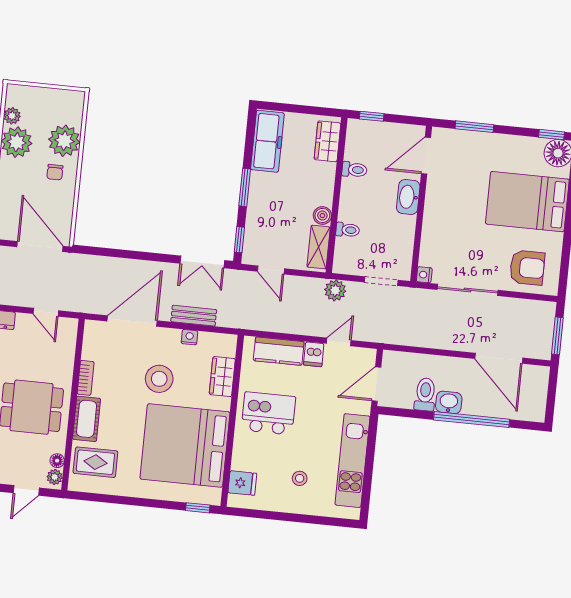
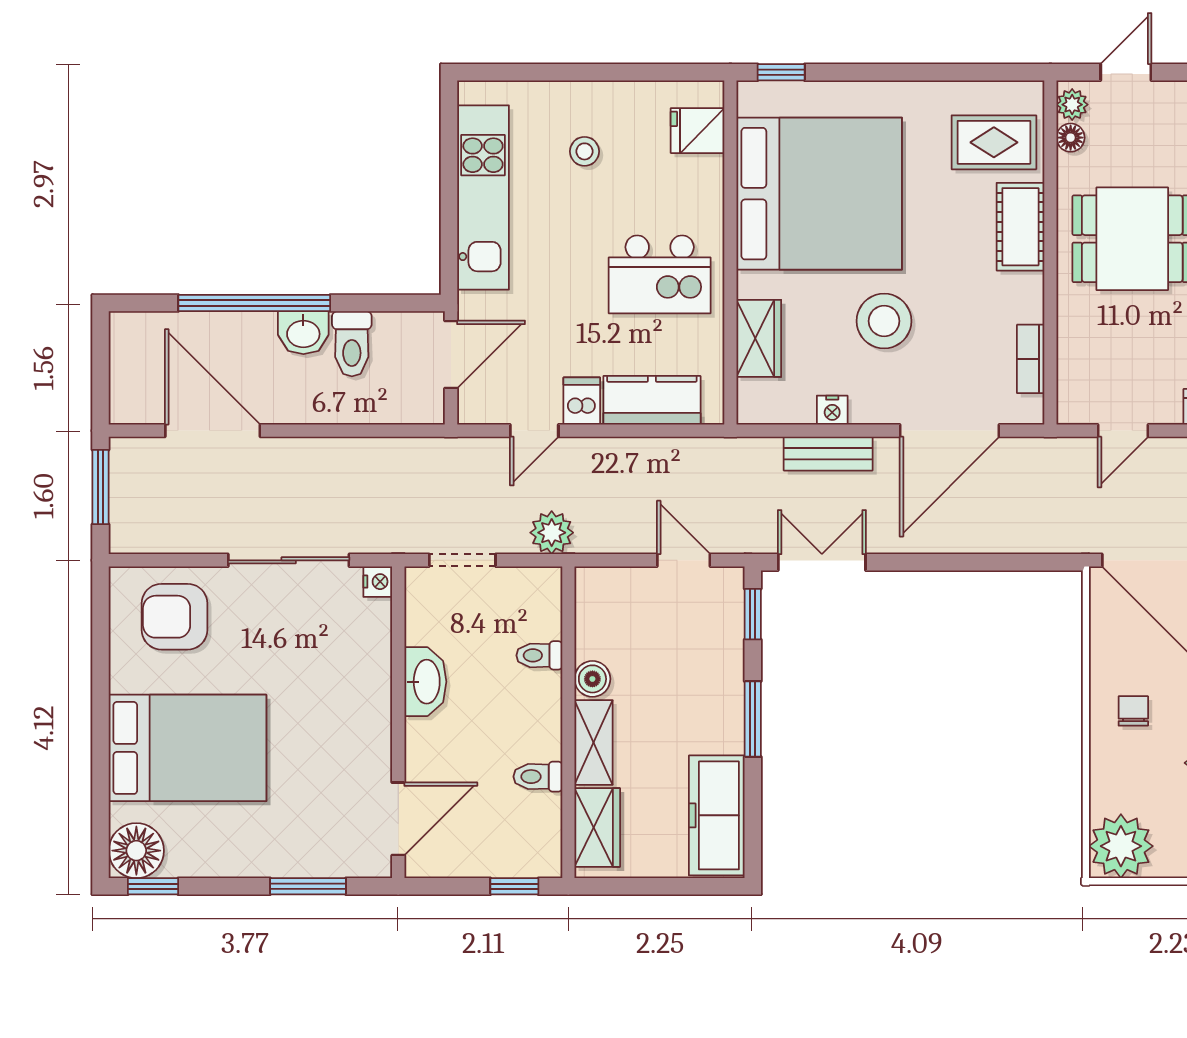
plant: (64, 141) -> (1121, 846), moved
washbasin: (408, 197) -> (425, 682), moved
shelving: (319, 247) -> (594, 743), moved
door: (46, 312) -> (1123, 431), swing flipped
bookcase: (86, 378) -> (1031, 359), moved

